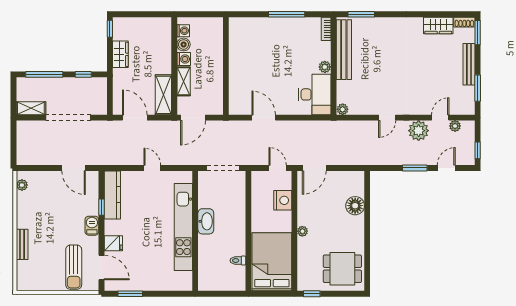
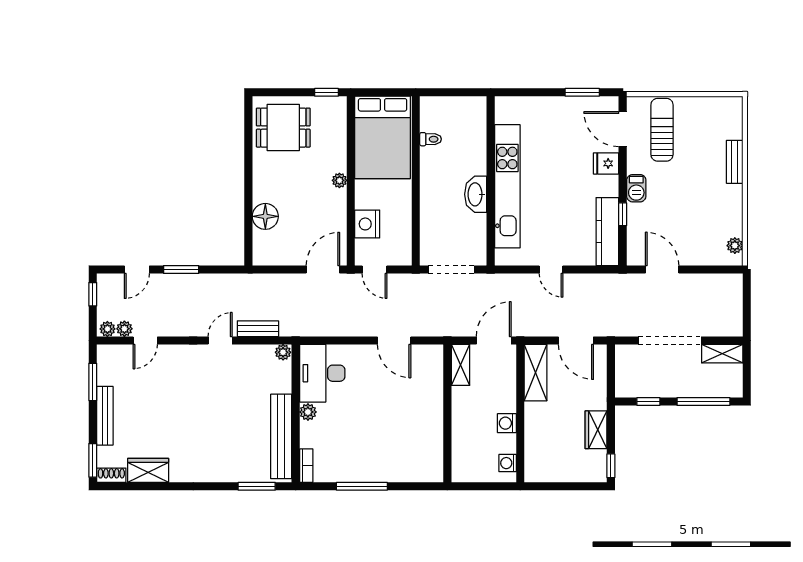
boiler: (184, 44) -> (507, 444), removed
shelving: (184, 81) -> (460, 365), moved
bench: (360, 126) -> (258, 329), added
plant: (419, 131) -> (107, 329), moved, width x0.53, depth x0.53

